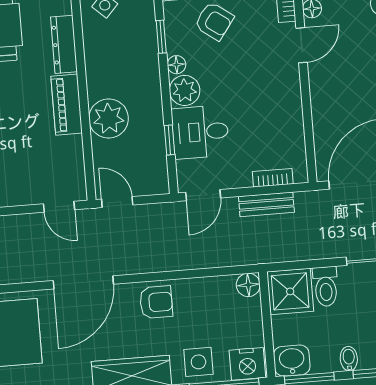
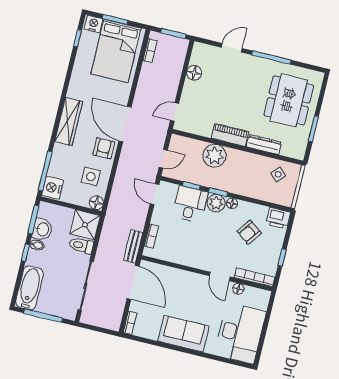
window: (161, 37) -> (218, 192), moved
door: (117, 202) -> (163, 159), moved
bench: (266, 204) -> (133, 246), moved
door: (83, 282) -> (125, 124), moved
armchair: (156, 302) -> (104, 148), turned 180
washbasin: (292, 361) -> (42, 229), moved
side table: (198, 362) -> (91, 177), moved

